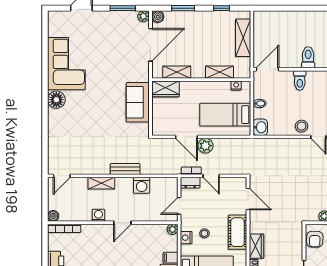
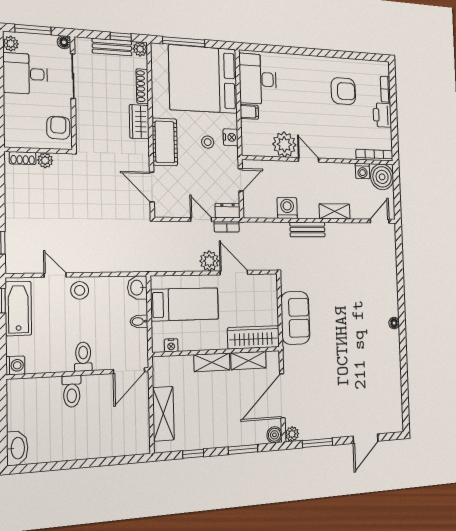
corner sofa: (66, 64) -> (380, 365), removed
shelving: (220, 72) -> (212, 362), moved
wardrobe: (165, 89) -> (254, 337), width x1.50
floor lamp: (56, 100) -> (394, 323), width x0.53, depth x0.53
washing machine: (98, 215) -> (362, 171), moved
boiler: (53, 216) -> (382, 177), width x1.86, depth x1.86
door: (122, 223) -> (309, 160), hinge flipped
plant: (173, 229) -> (284, 144), moved, width x1.88, depth x1.88

